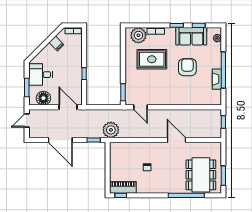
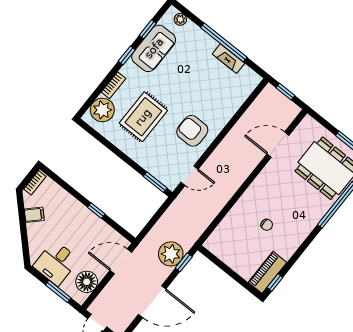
armchair: (187, 67) -> (192, 131), moved
plant: (111, 130) -> (171, 254), moved
door: (176, 140) -> (278, 145), moved

